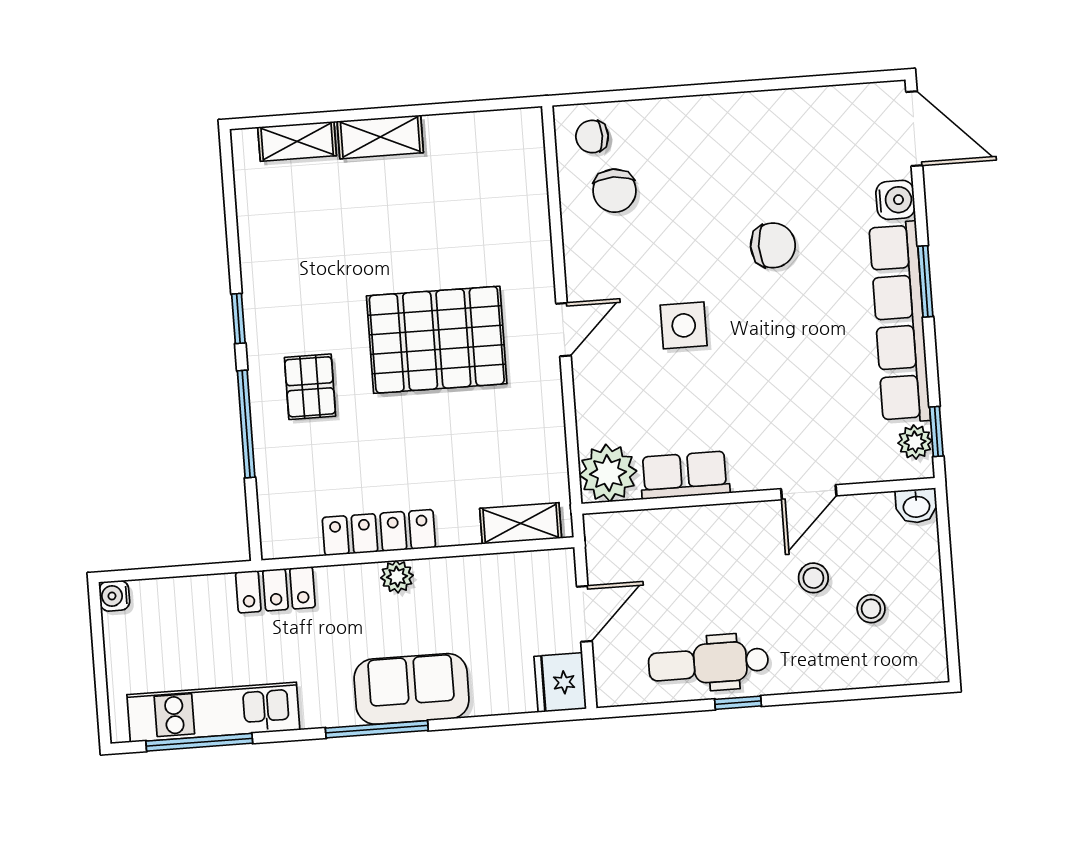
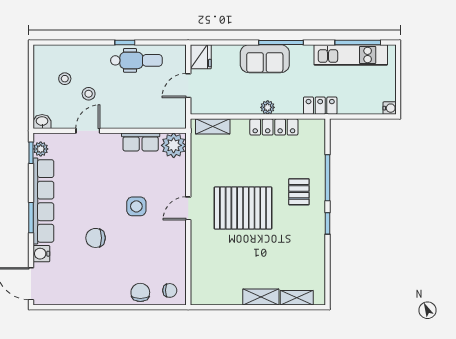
chair: (614, 191) -> (140, 292), moved

